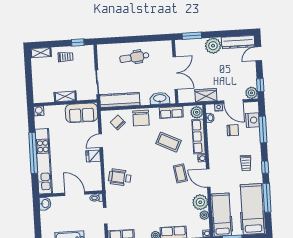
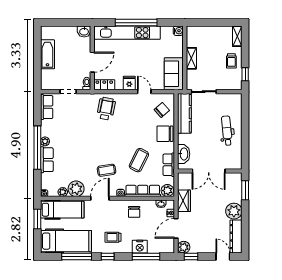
nightstand: (253, 120) -> (140, 247), moved
chair: (233, 130) -> (134, 212), moved
locker: (96, 181) -> (104, 85), added

